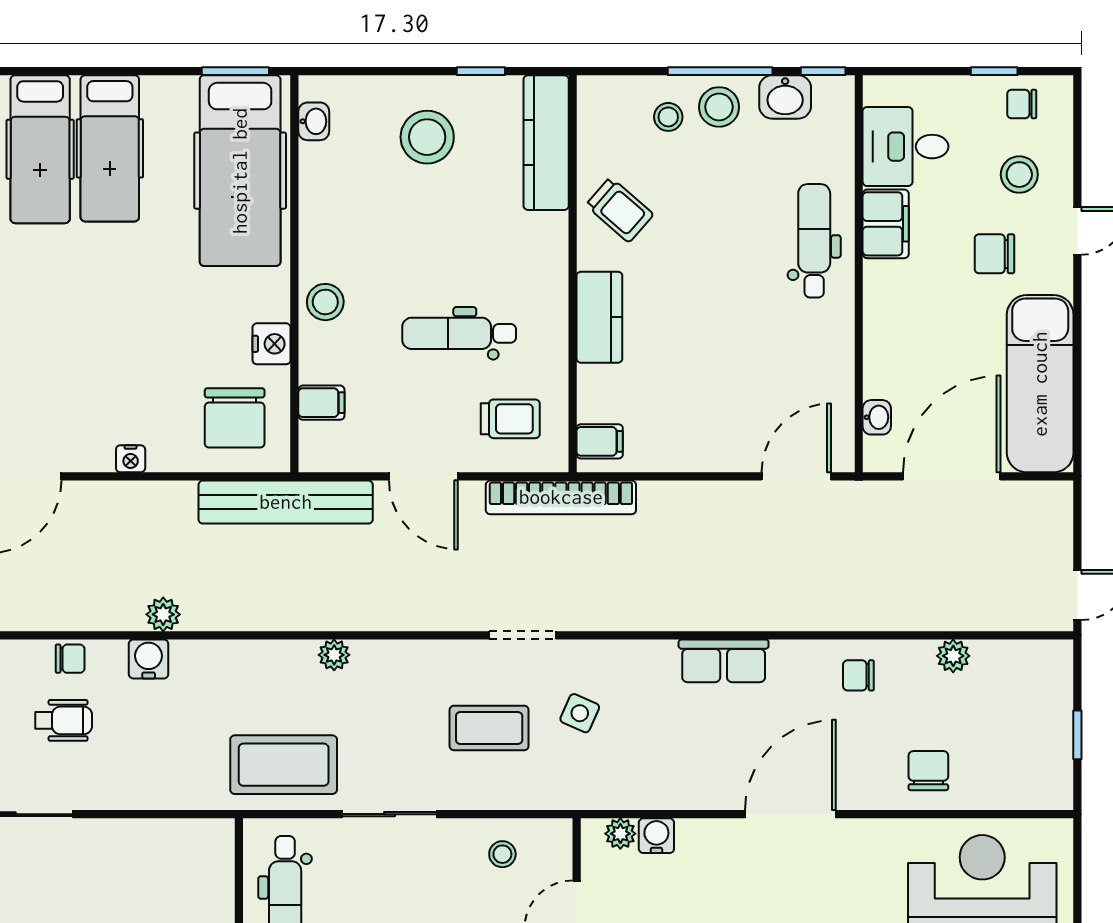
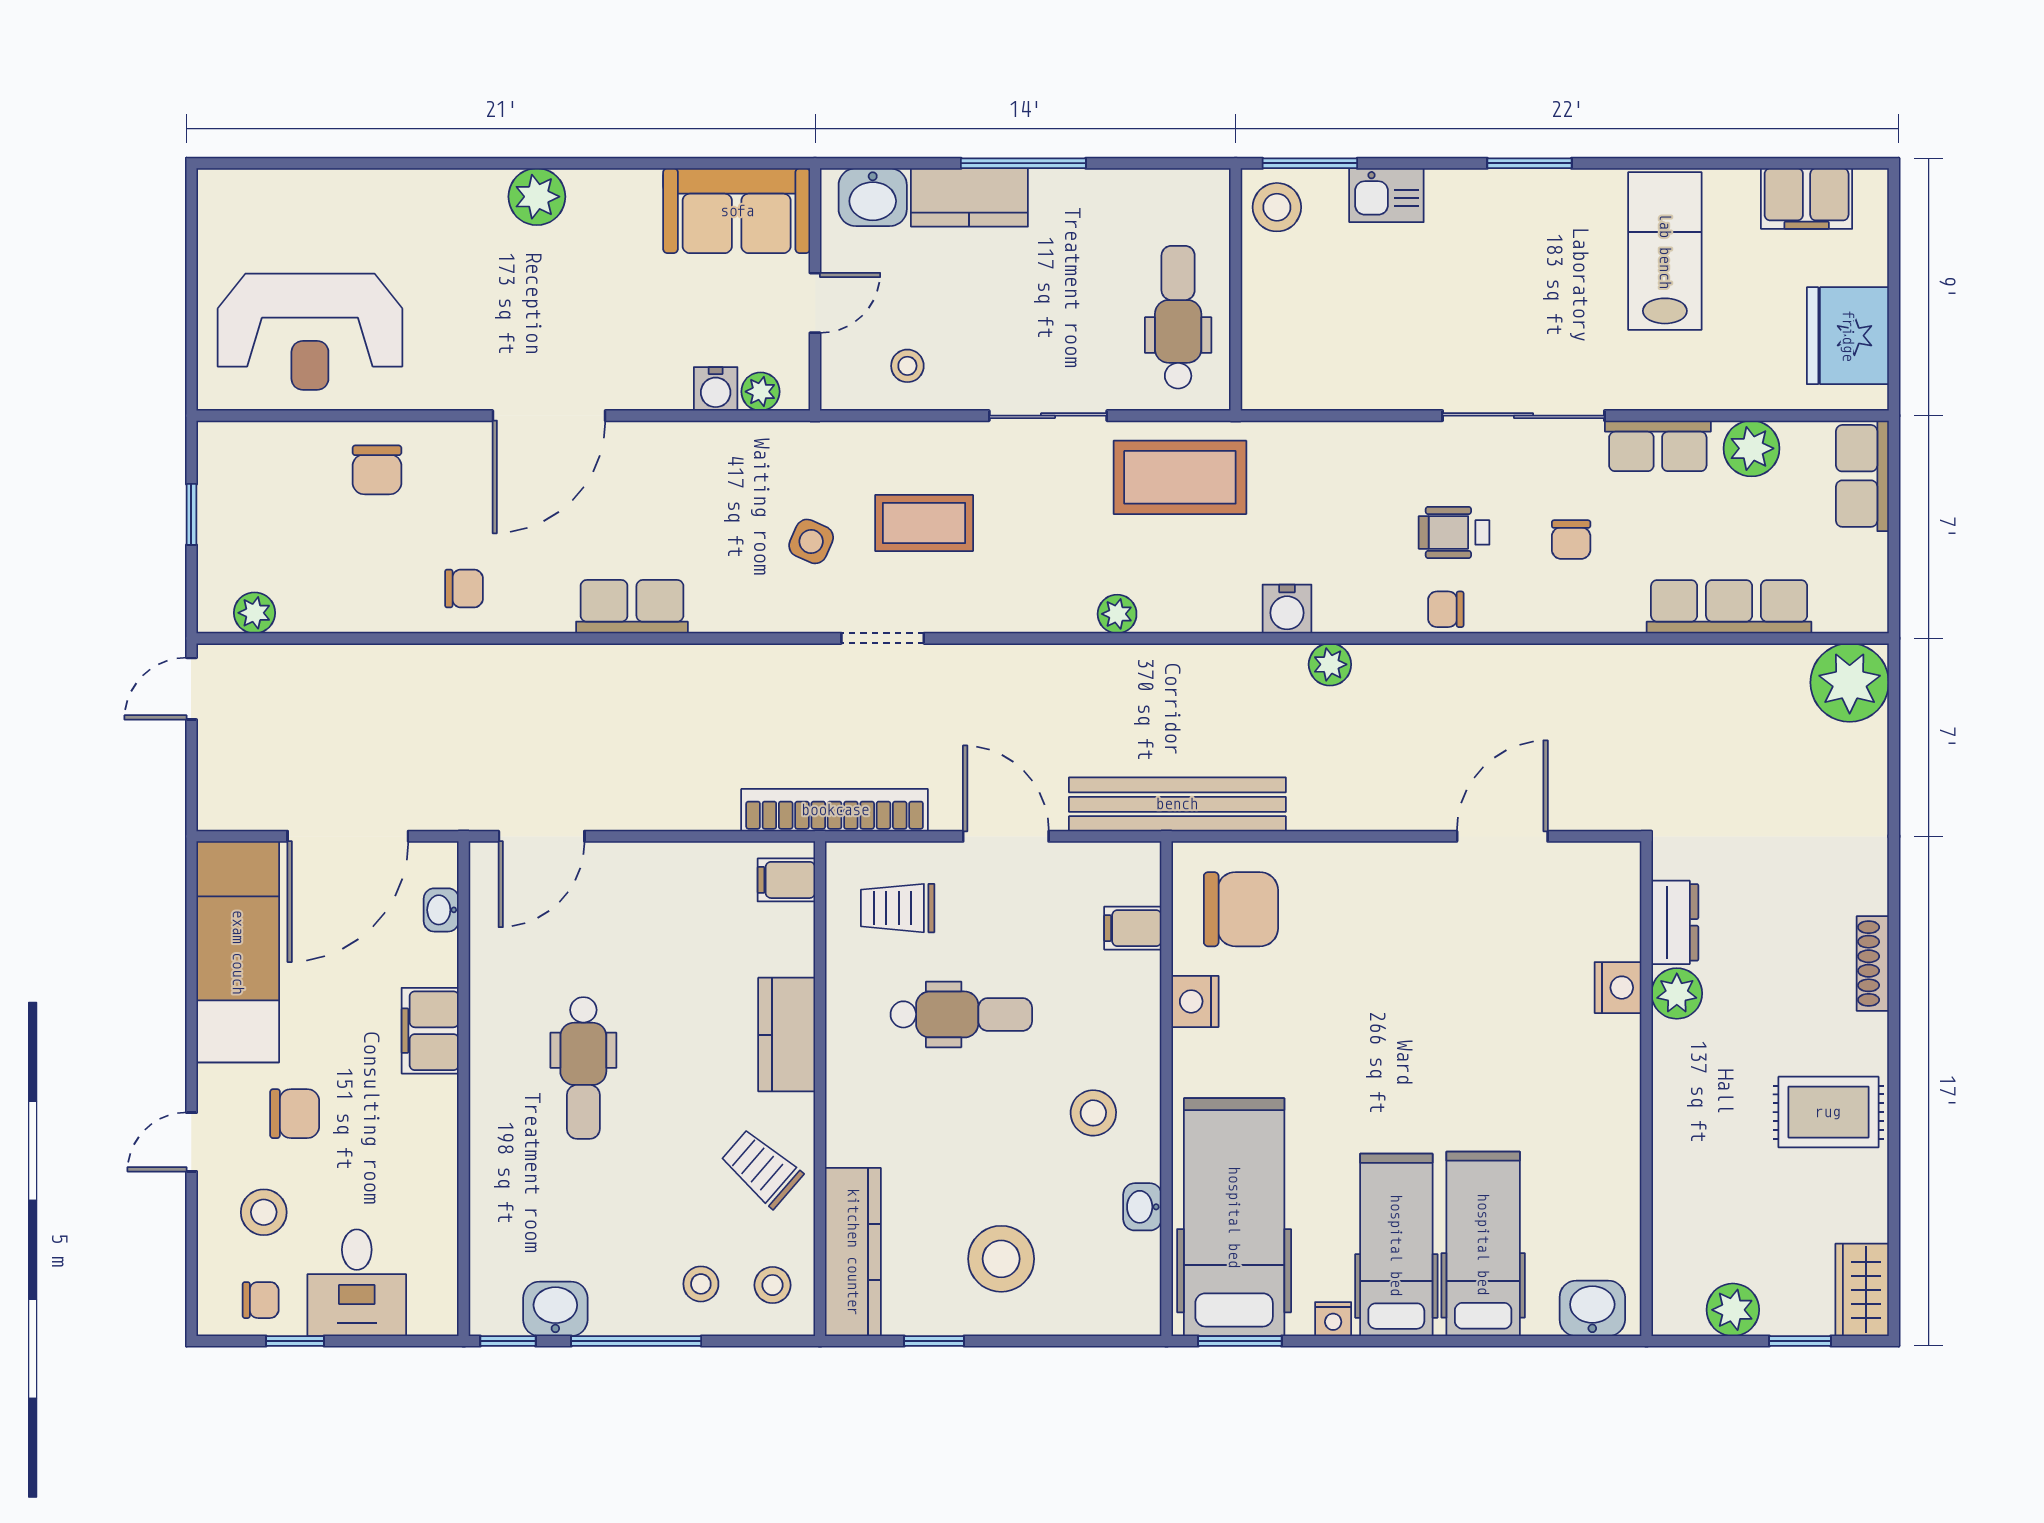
stool: (719, 107) -> (772, 1285), moved, width x0.73, depth x0.73
washbasin: (314, 121) -> (1142, 1207), moved
desk: (906, 147) -> (357, 1283), moved, turned 90
filing cabinet: (886, 224) -> (430, 1031), moved
dental chair: (814, 241) -> (583, 1068), moved
stool: (325, 302) -> (1093, 1113), moved
chair: (235, 418) -> (1241, 909), turned 90
nightstand: (131, 459) -> (1333, 1319), moved, turned 180
plant: (953, 656) -> (255, 613), moved
water cooler: (149, 659) -> (1287, 609), moved

